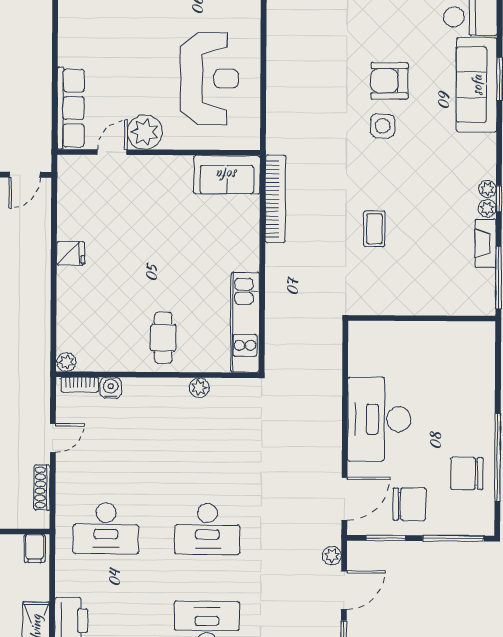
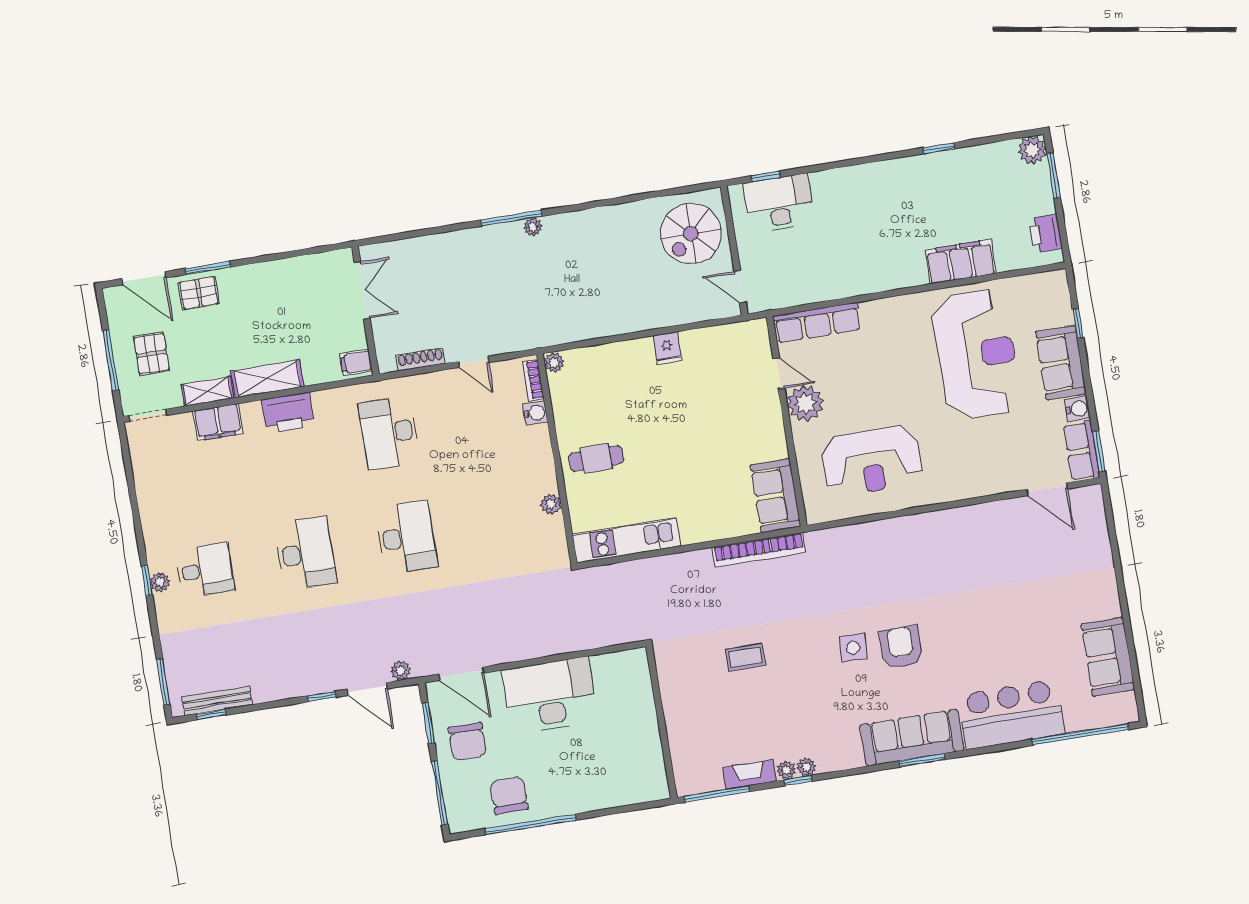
desk: (207, 529) -> (406, 537), turned 180

